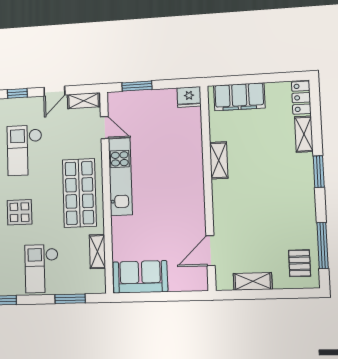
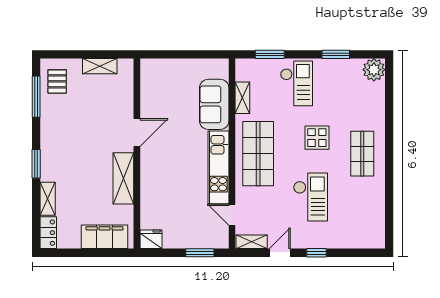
shelving: (219, 160) -> (123, 178), width x1.50, depth x1.33
door: (210, 251) -> (137, 132), moved
sofa: (140, 277) -> (214, 104), moved, turned 90

